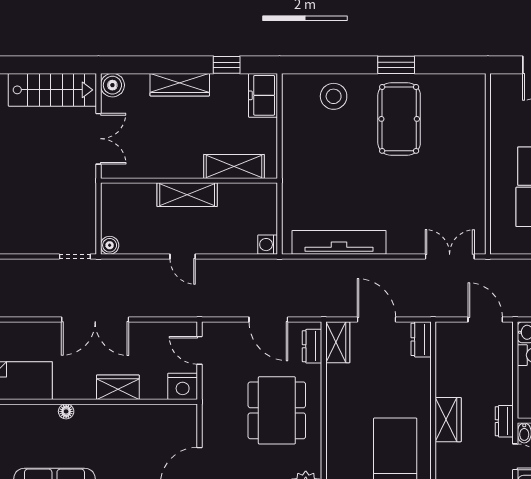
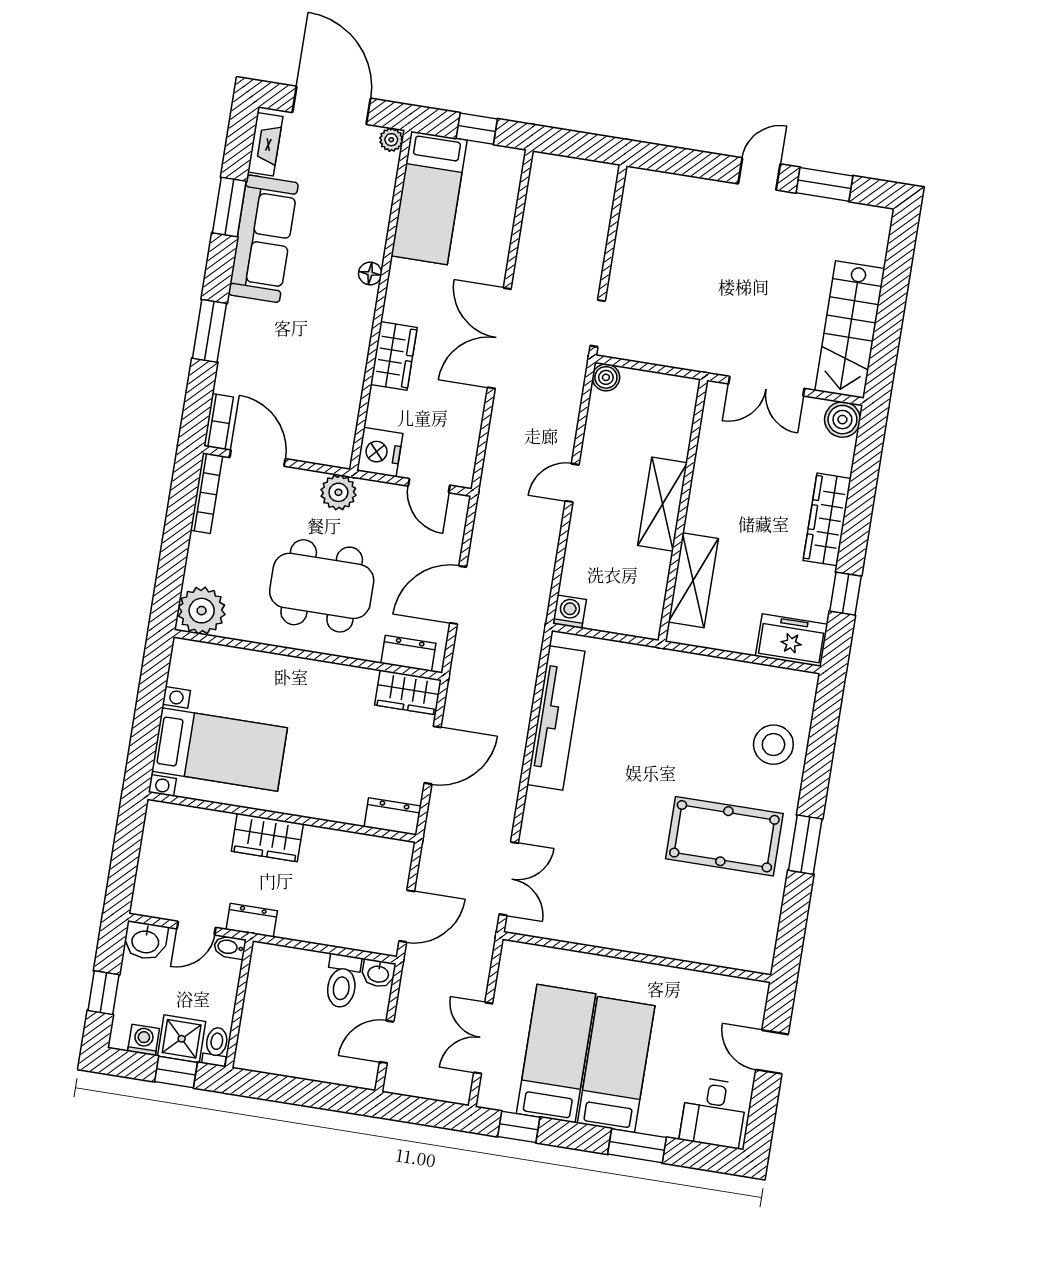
door: (199, 350) -> (429, 486), swing flipped
plant: (213, 409) -> (338, 492), added

